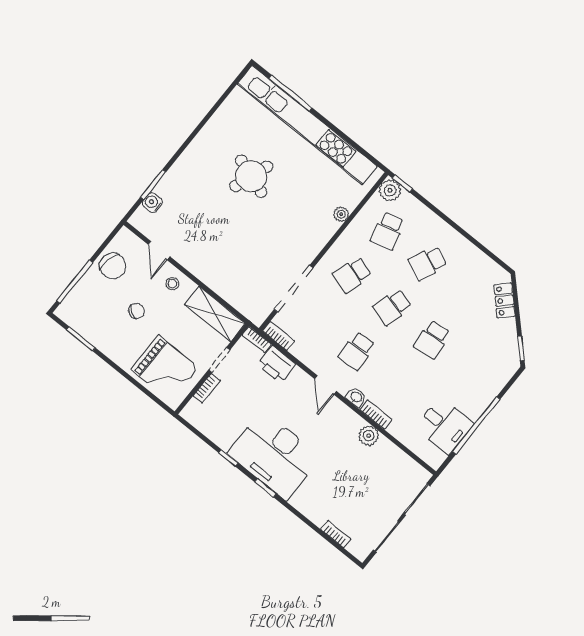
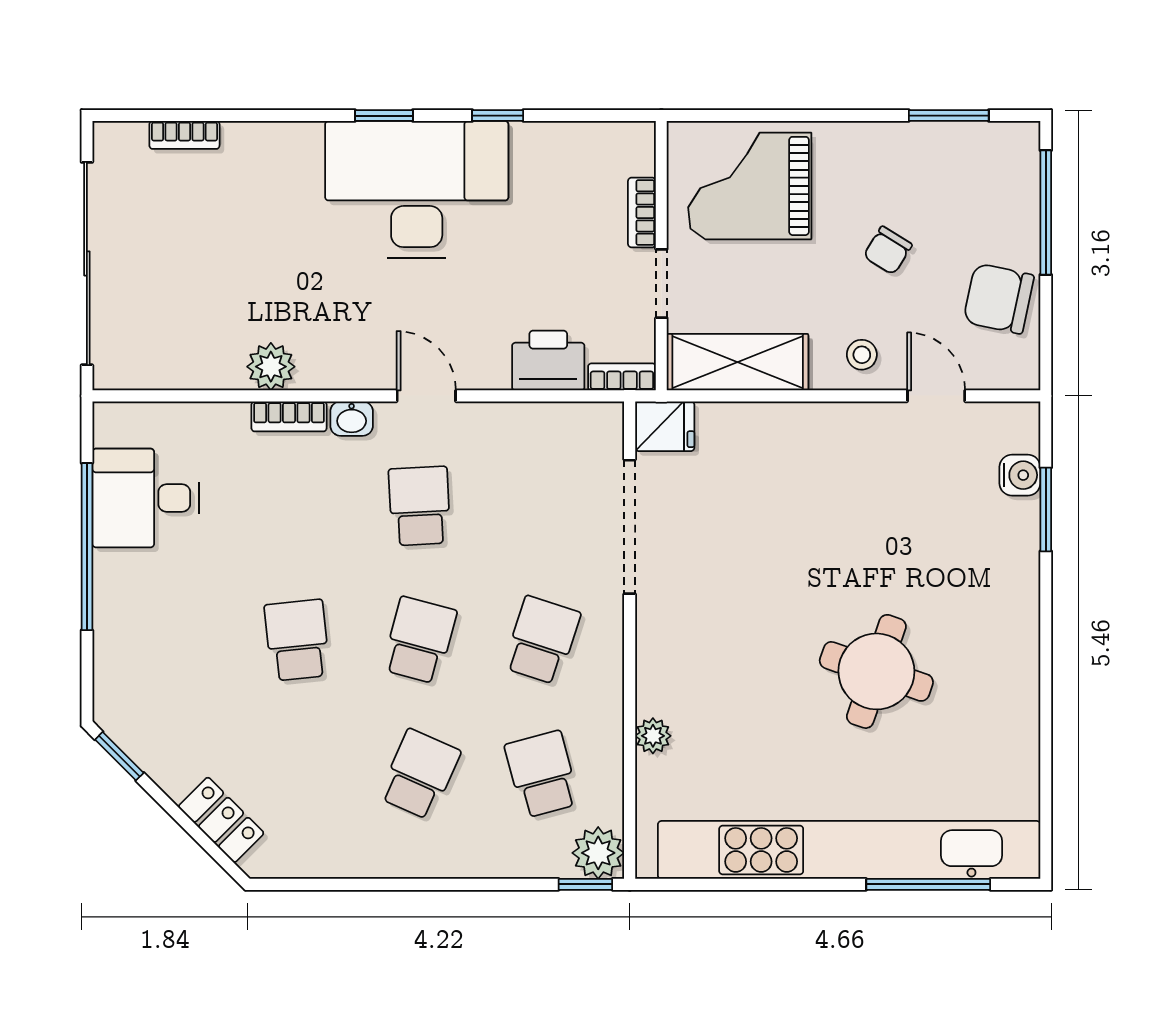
fridge: (256, 312) -> (665, 426), added
bookcase: (279, 336) -> (587, 416), removed

